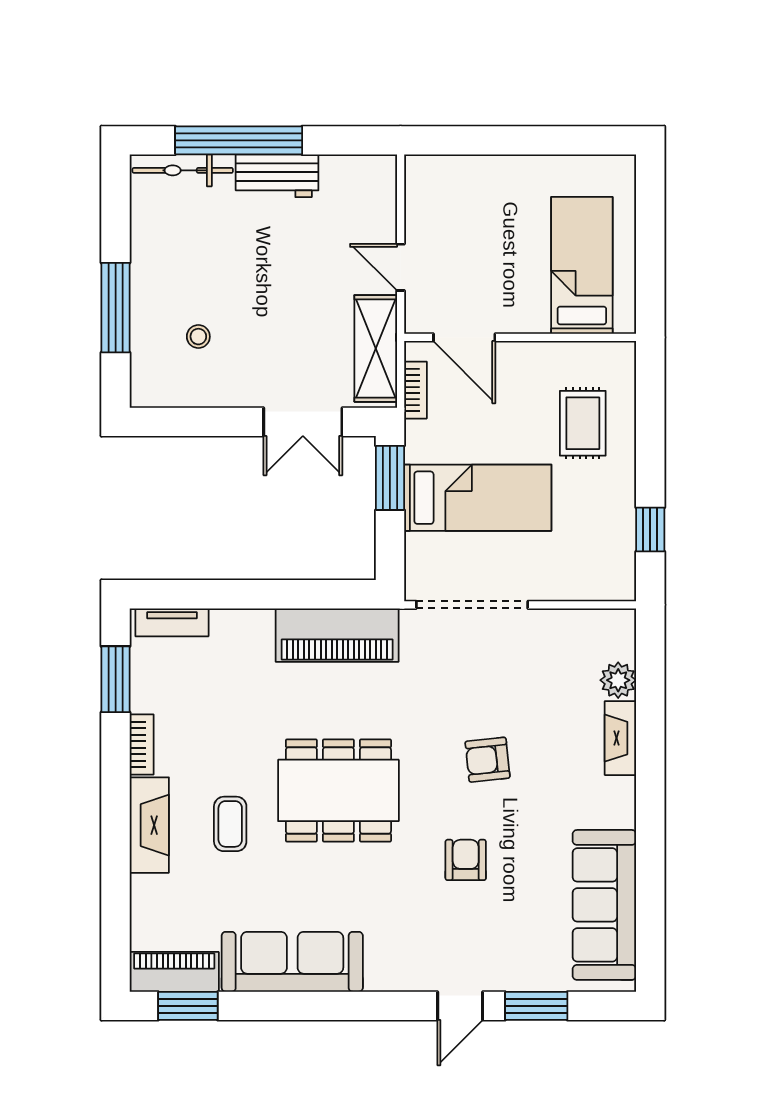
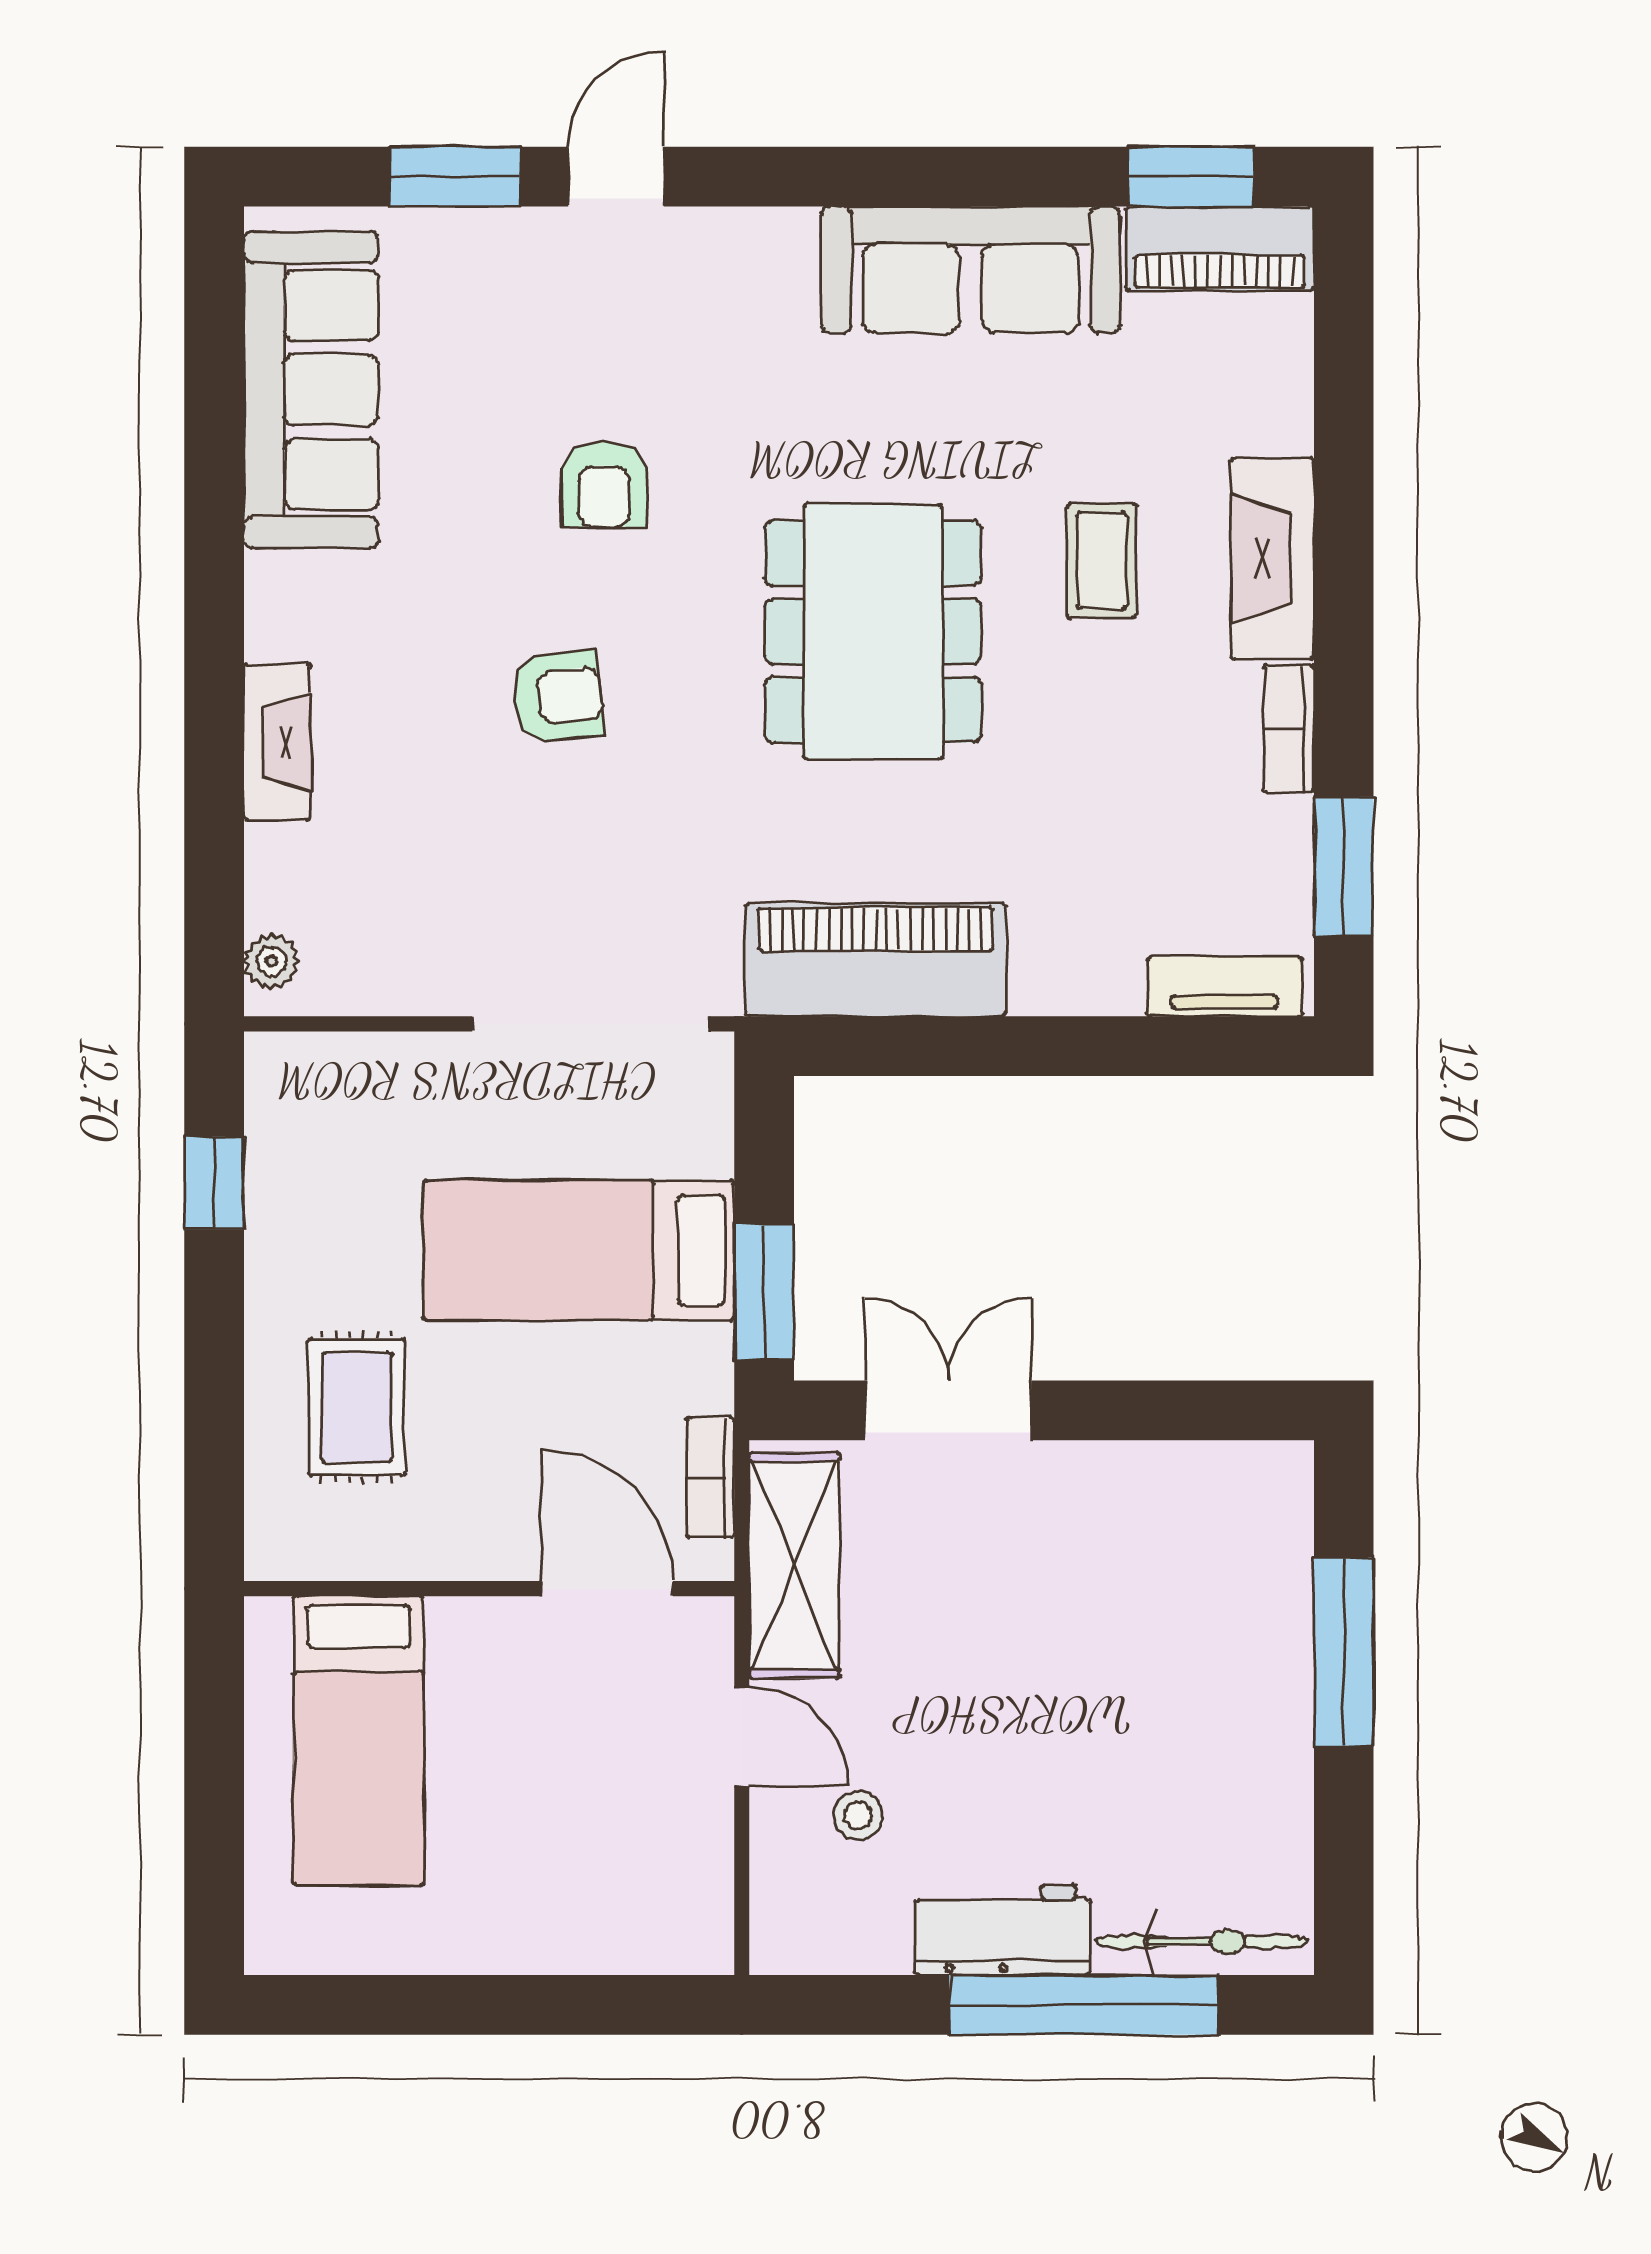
stool: (198, 337) -> (858, 1816), moved
plant: (618, 680) -> (271, 962), moved, width x0.73, depth x0.73
dining table: (338, 790) -> (873, 631), turned 90

